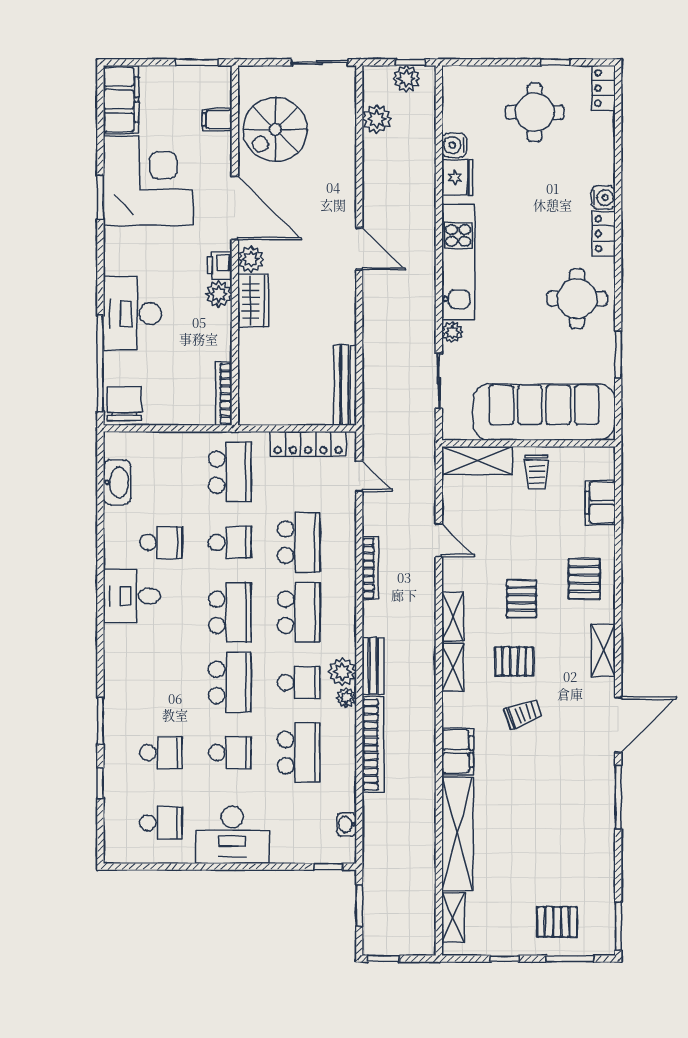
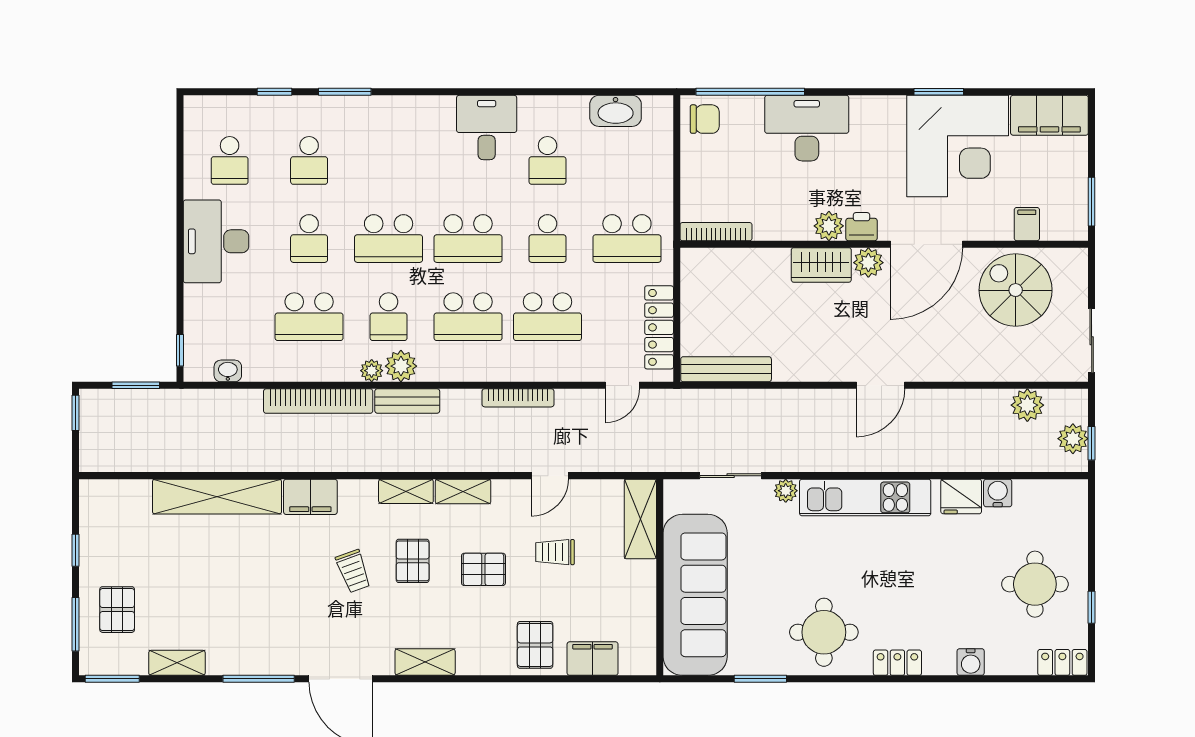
water cooler: (603, 197) -> (971, 662), moved
chair: (124, 404) -> (705, 119), width x0.73, depth x0.73
trolley: (537, 472) -> (555, 552), moved
pallet: (584, 579) -> (535, 645), moved, turned 90
shelving: (453, 917) -> (177, 663), moved

